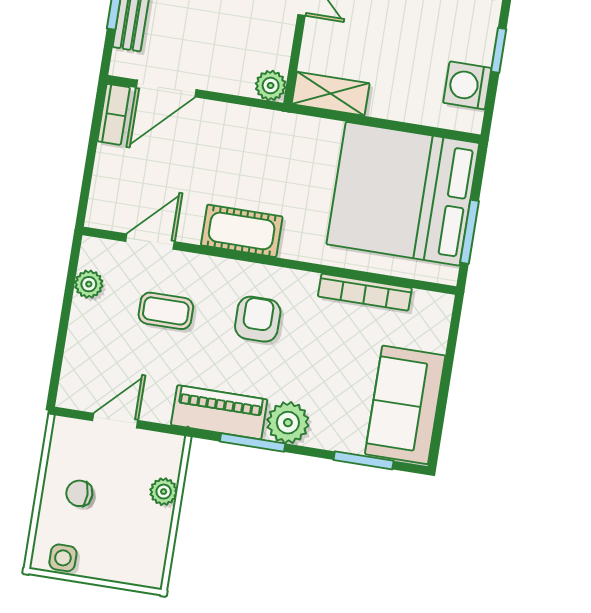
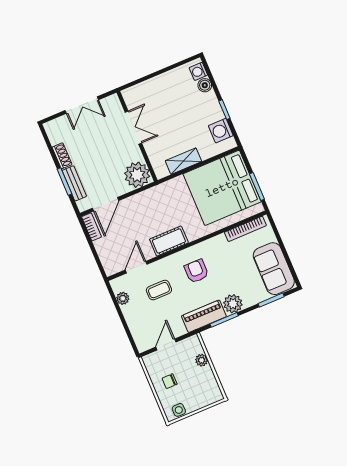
plant: (271, 86) -> (137, 175), width x1.88, depth x1.88
shelving: (331, 94) -> (183, 161), moved
bookcase: (365, 292) -> (245, 229), moved

